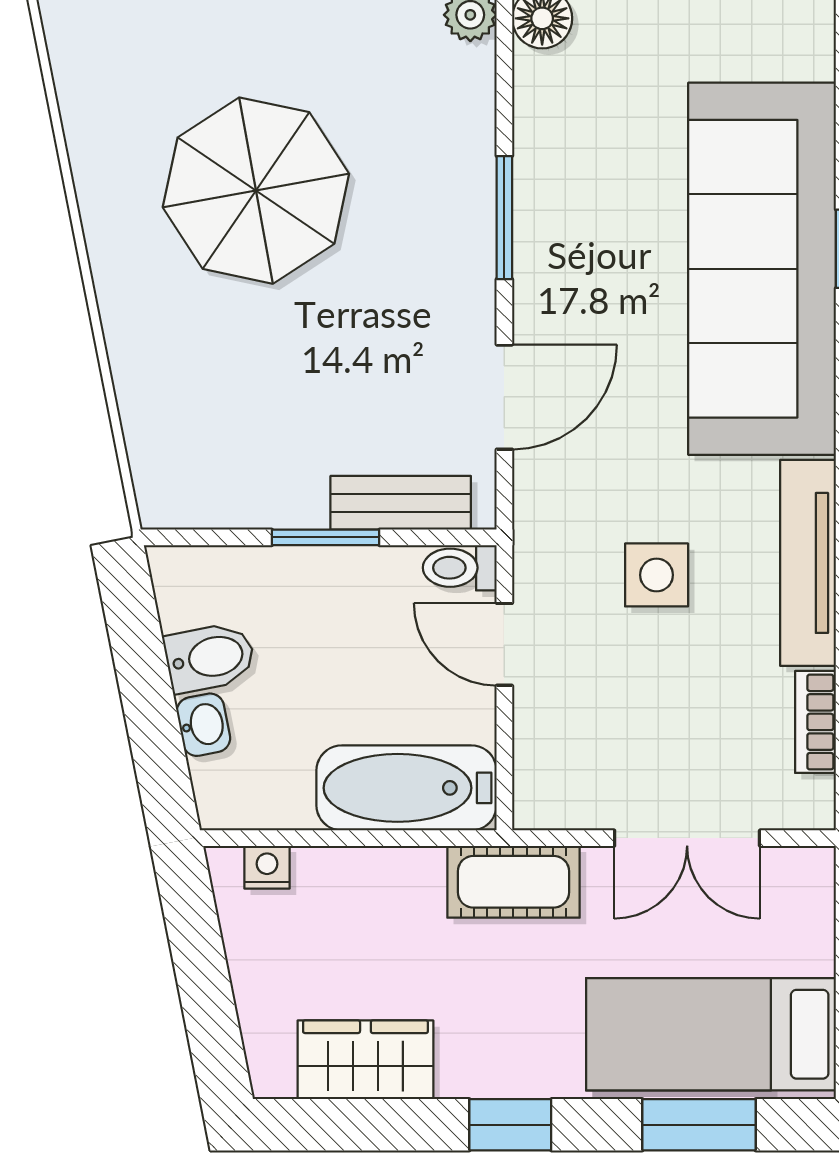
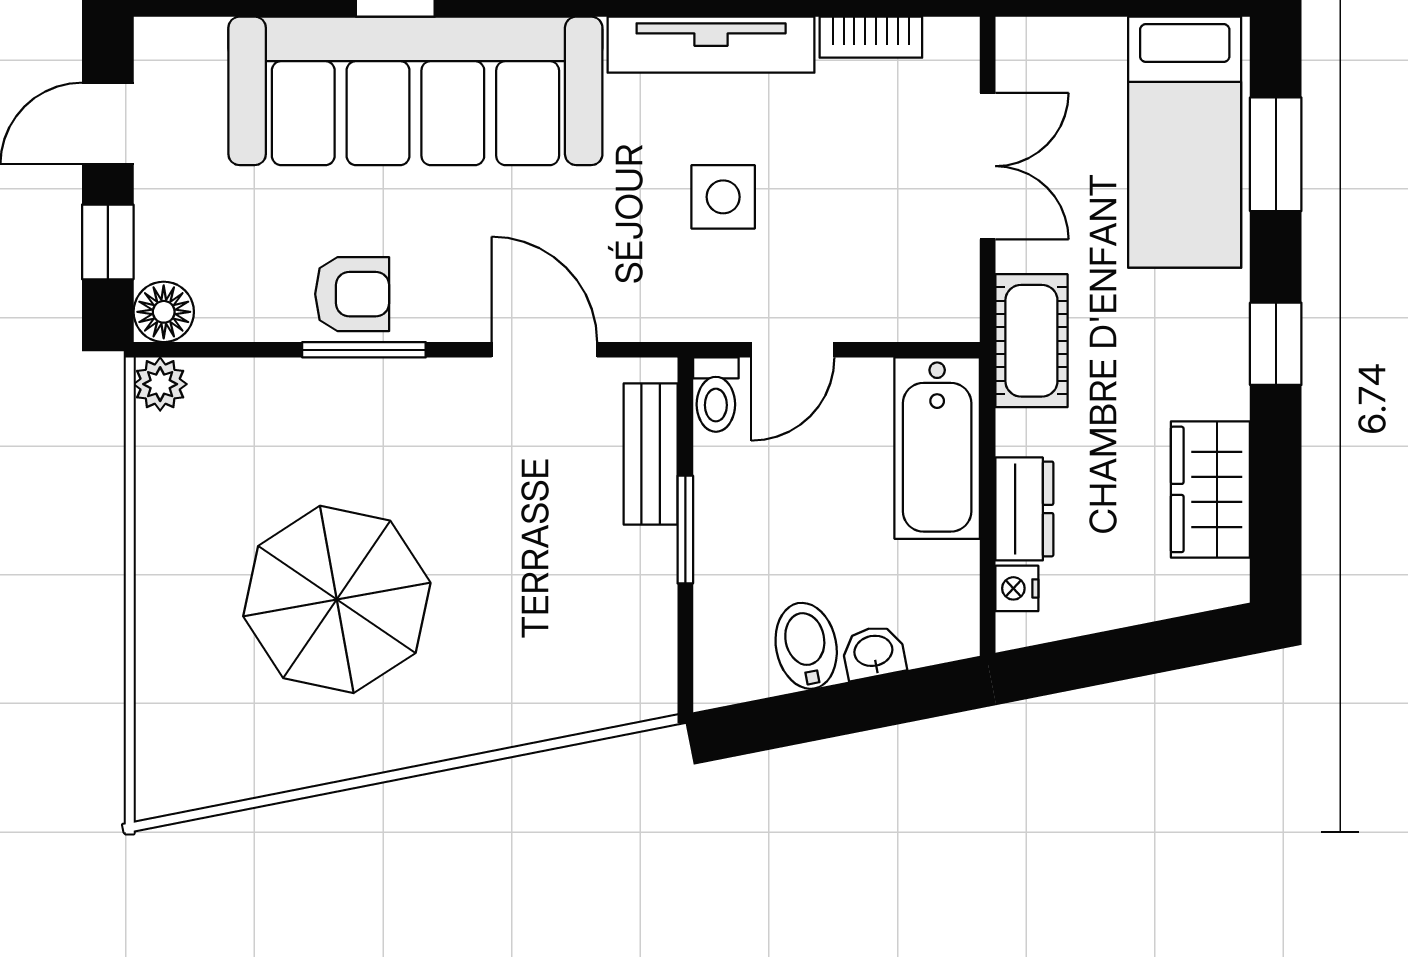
armchair: (560, 206) -> (352, 294), added
dresser: (346, 875) -> (1024, 509), added

